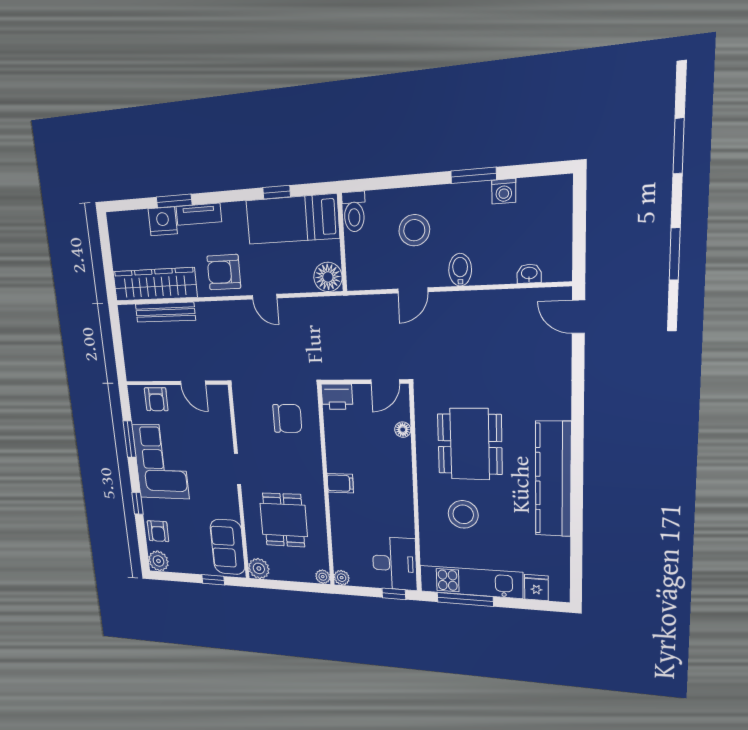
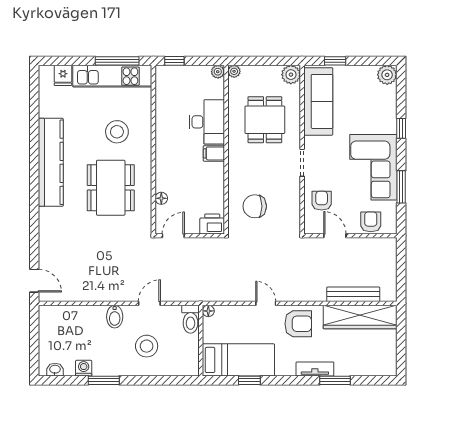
toilet: (354, 212) -> (190, 319), moved, turned 180
nightstand: (163, 221) -> (347, 366), removed
washbasin: (529, 274) -> (55, 370), moved, turned 180
floor lamp: (328, 277) -> (208, 311), width x0.53, depth x0.53
armchair: (158, 531) -> (322, 201), moved
sofa: (228, 547) -> (318, 101), width x1.36
desk: (395, 563) -> (207, 122), moved, turned 180

